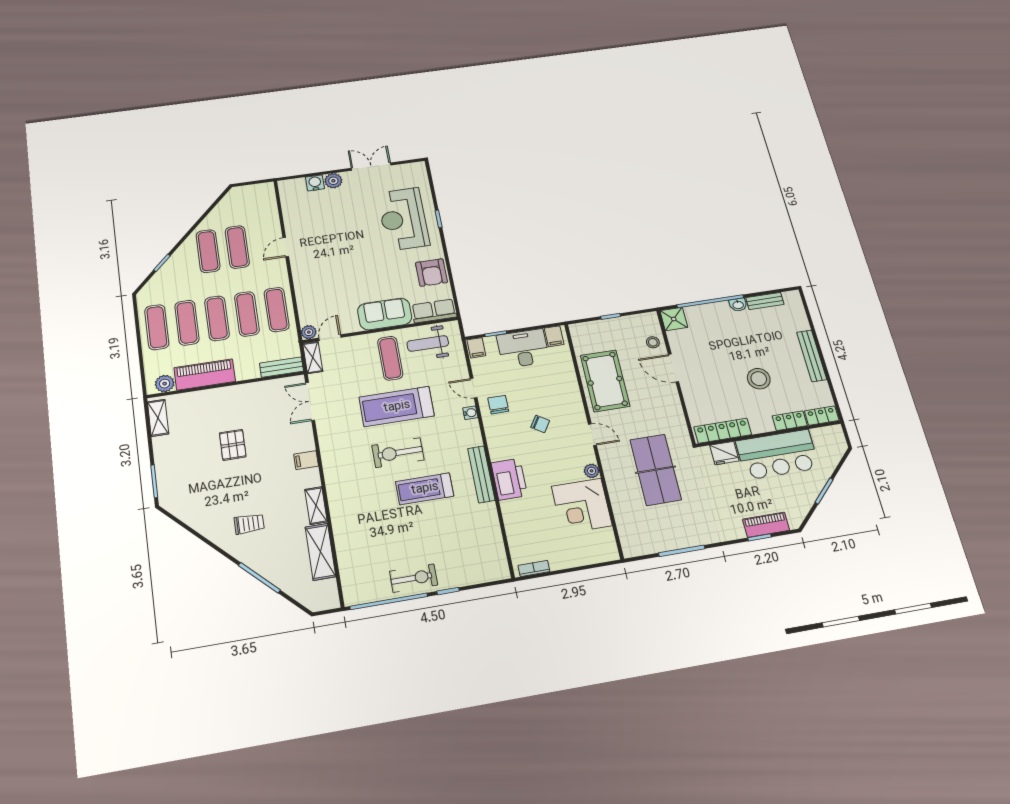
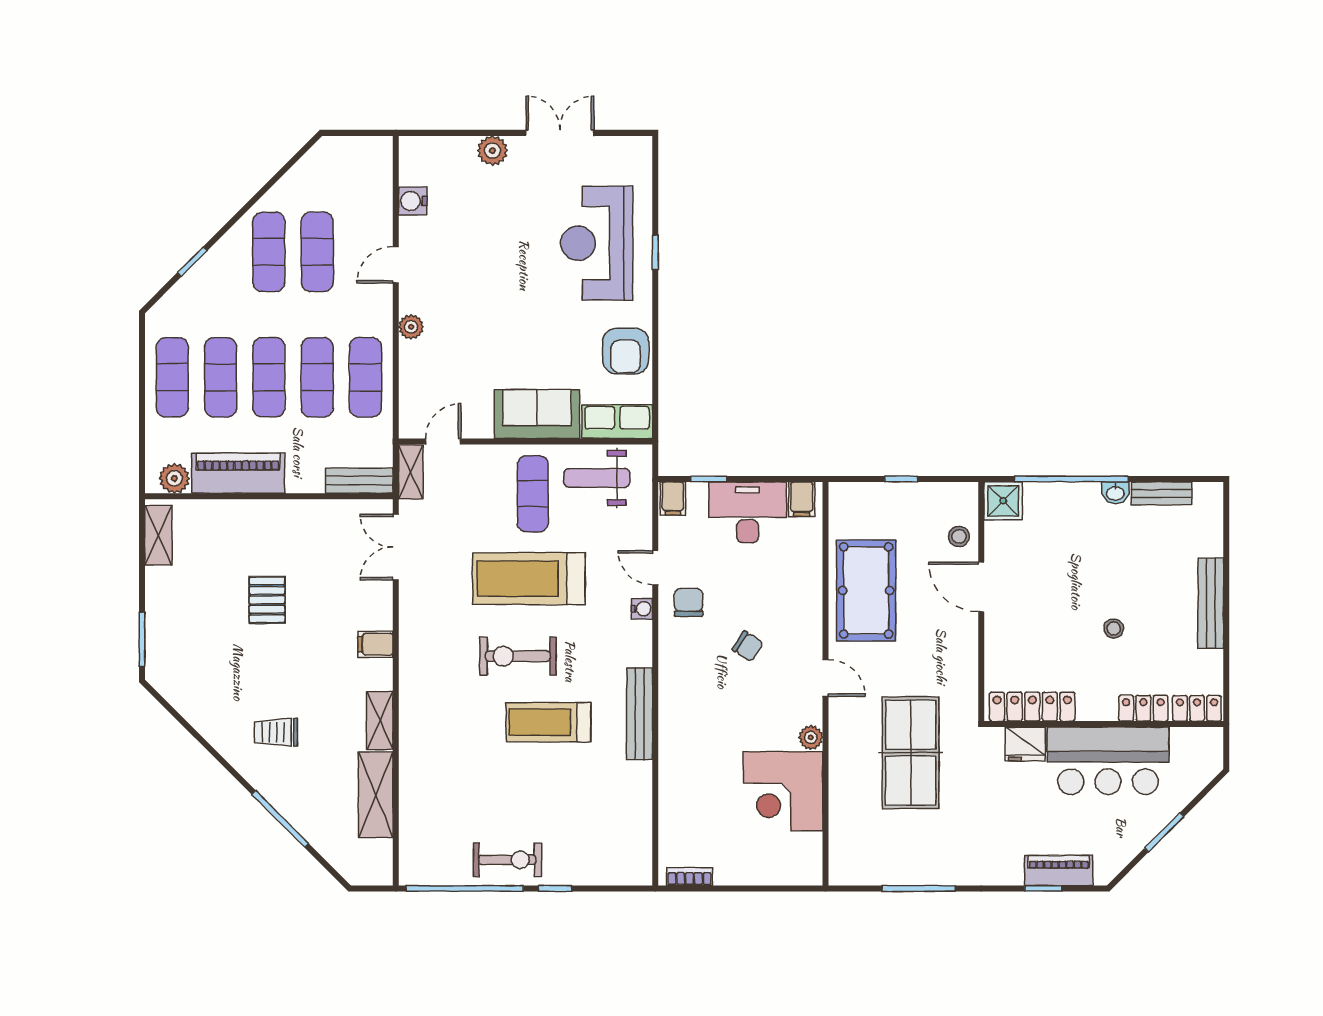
water cooler: (315, 183) -> (413, 201), moved, turned -90
plant: (309, 332) -> (411, 327), moved
stool: (759, 379) -> (1114, 628), width x0.53, depth x0.53
printer: (509, 479) -> (681, 729), removed
trolley: (249, 524) -> (276, 732), turned 180

